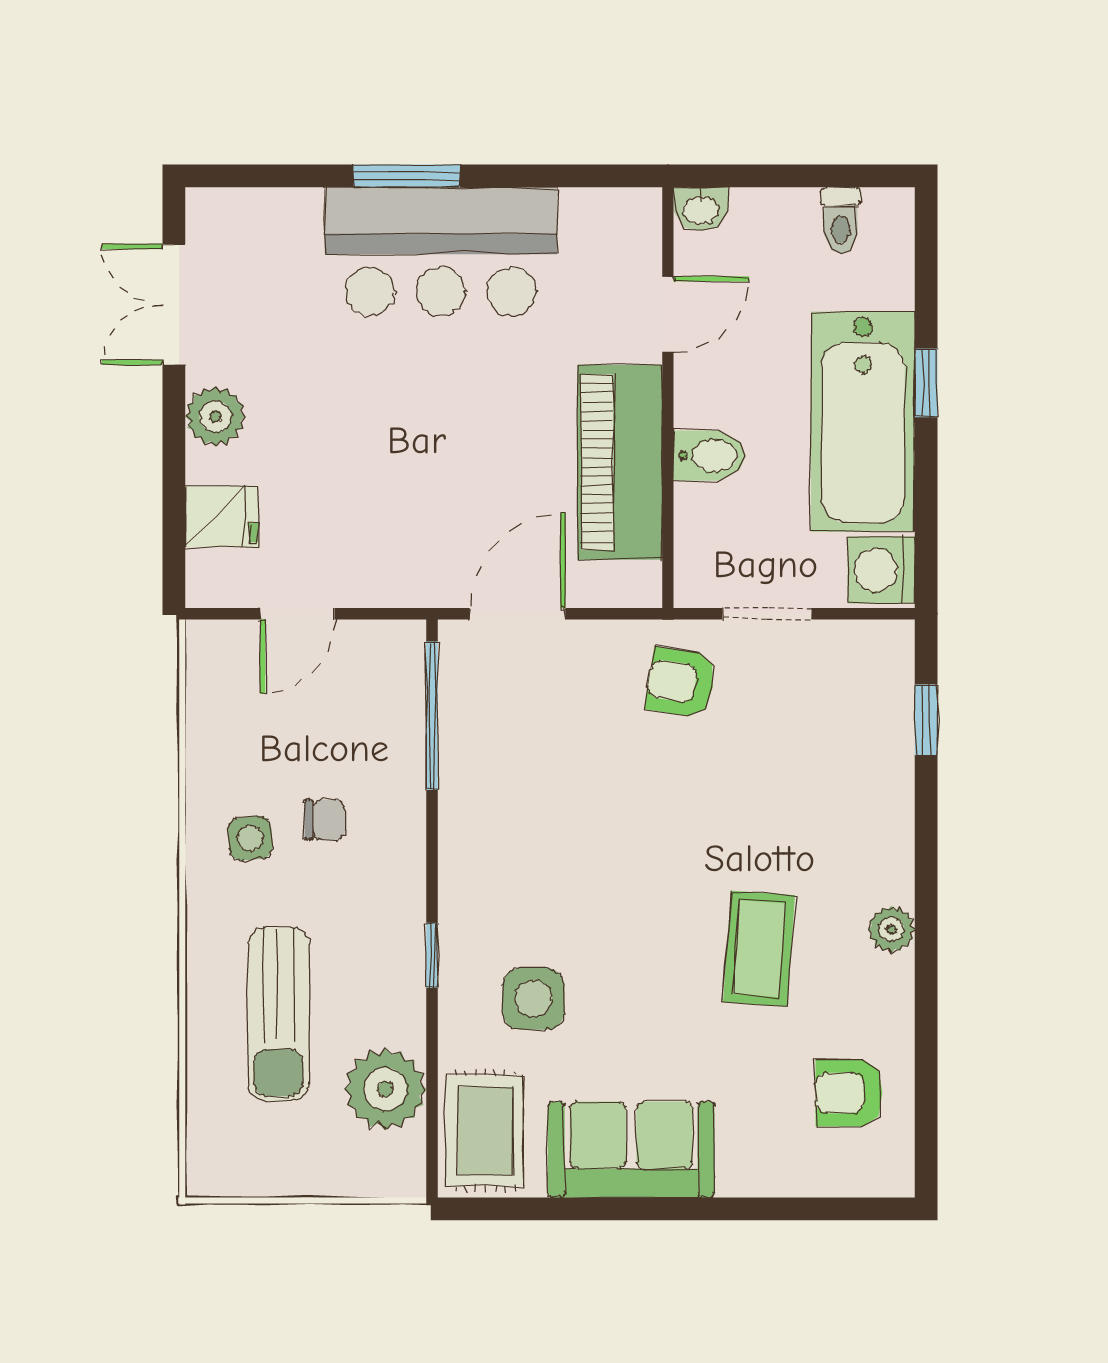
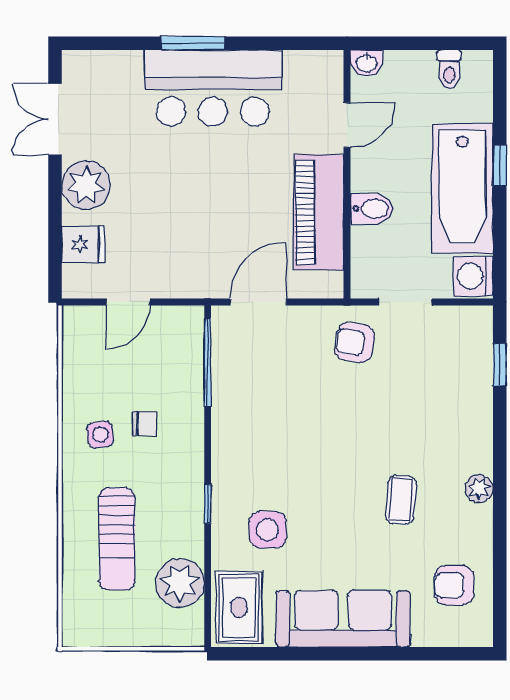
plant: (215, 416) -> (86, 185), width x1.36, depth x1.36
coffee table: (759, 949) -> (401, 500), width x0.73, depth x0.77
sofa: (631, 1150) -> (343, 619), width x1.36

